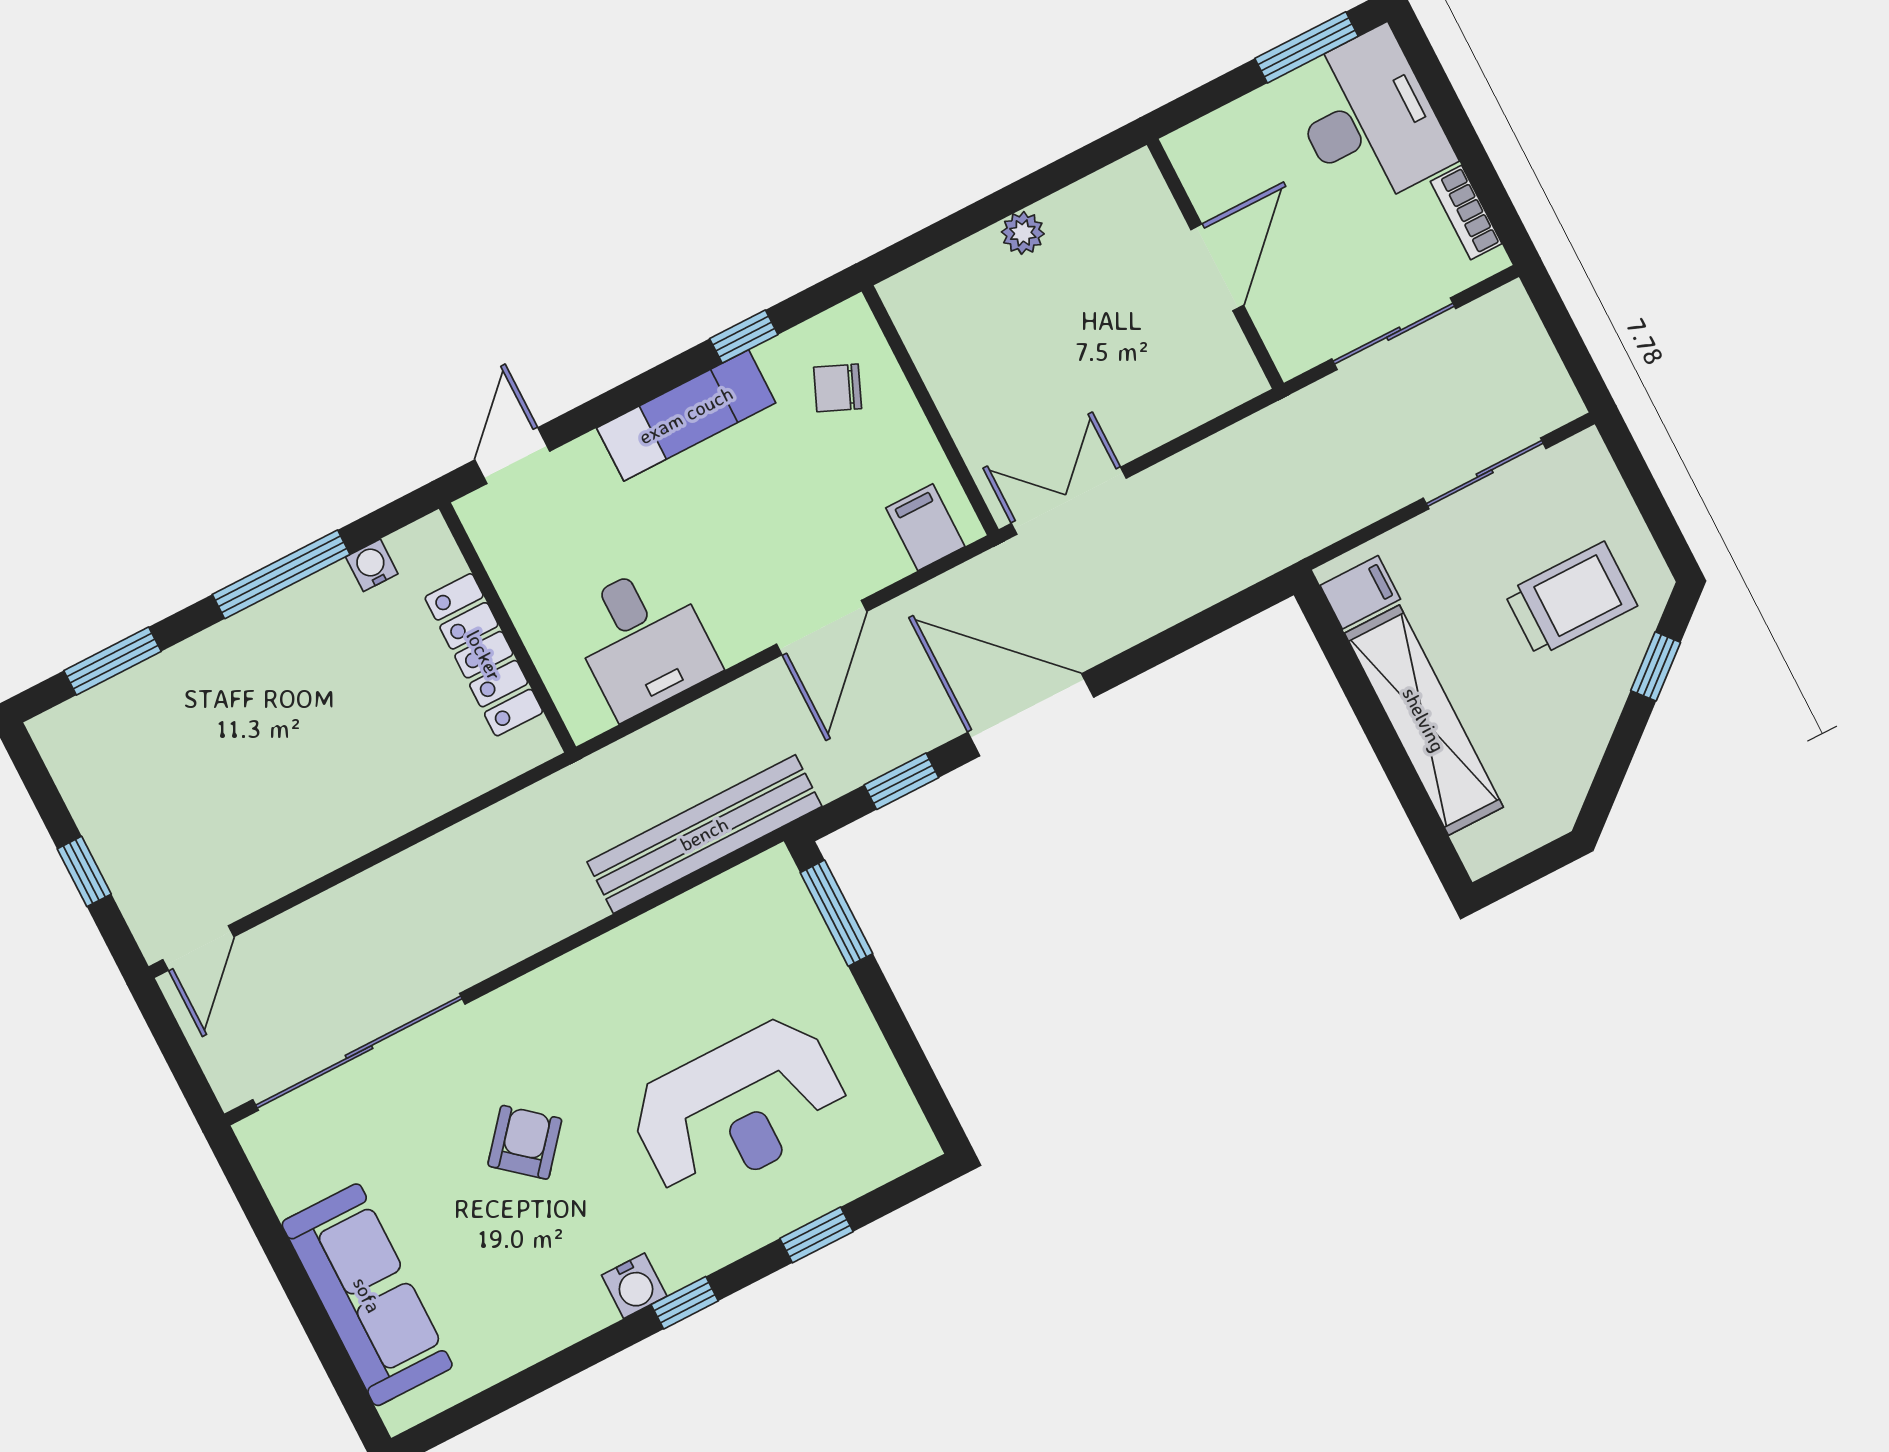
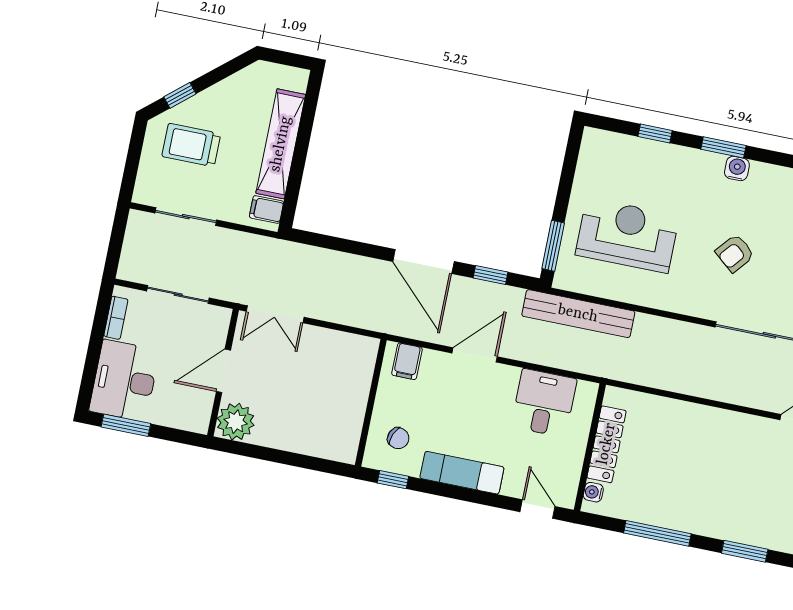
plant: (1023, 233) -> (236, 422), moved, width x1.88, depth x1.88
window: (744, 337) -> (393, 480), moved
door: (512, 456) -> (537, 509), swing flipped
double door: (1069, 501) -> (275, 314), moved
water cooler: (372, 565) -> (593, 492), moved, turned 90
reception desk: (739, 1108) -> (627, 235), moved
window: (685, 1303) -> (723, 147), width x1.50

